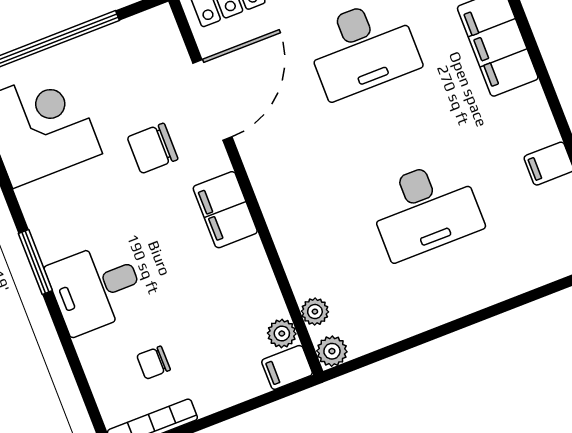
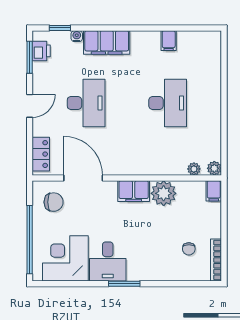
chair: (153, 148) -> (54, 202), moved, turned -90
desk: (96, 288) -> (108, 261), moved
plant: (282, 333) -> (164, 193), moved, width x1.87, depth x1.87

